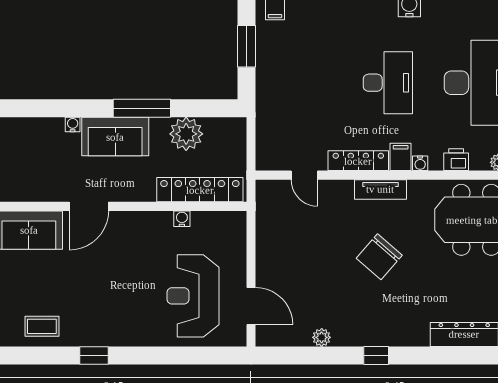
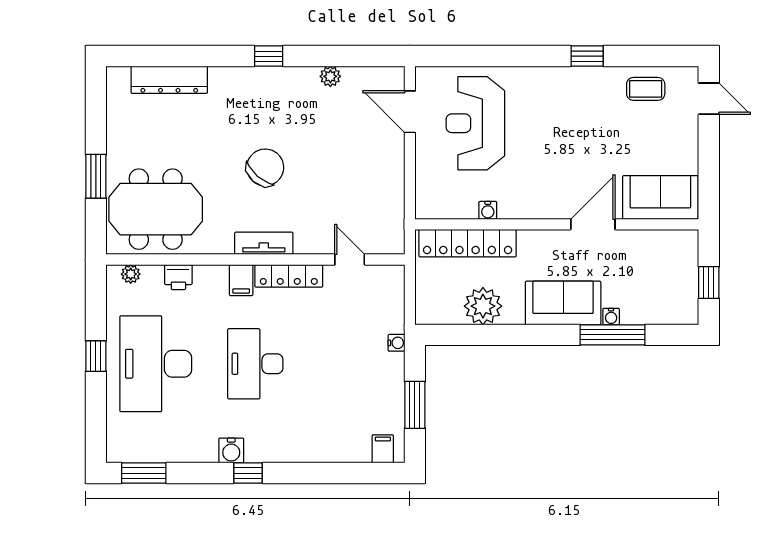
window: (142, 108) -> (613, 335), moved
water cooler: (420, 163) -> (396, 343), moved, turned 90
reception desk: (193, 296) -> (475, 123), turned 180

